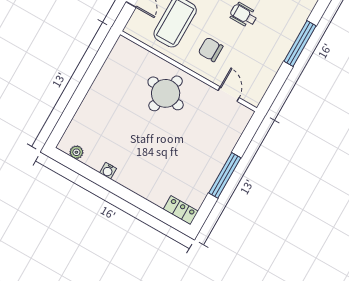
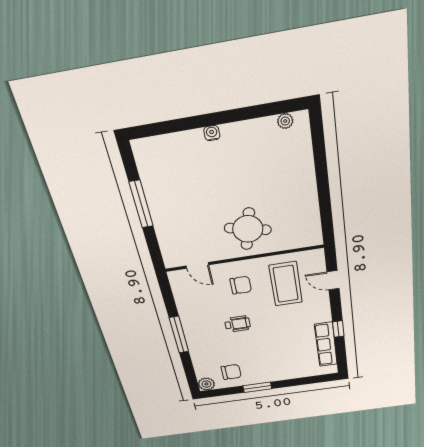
water cooler: (108, 171) -> (212, 133), moved
locker: (181, 210) -> (149, 146), removed

